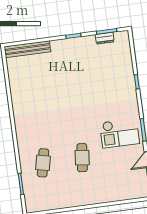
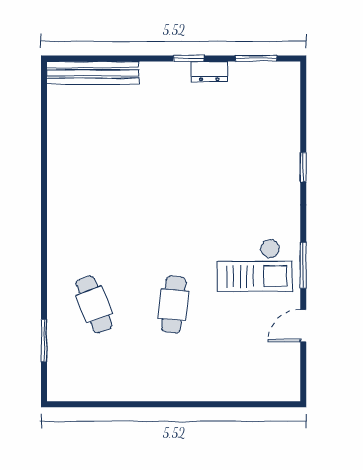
dresser: (105, 38) -> (209, 71), moved
cafe table: (43, 163) -> (94, 305), turned -33

